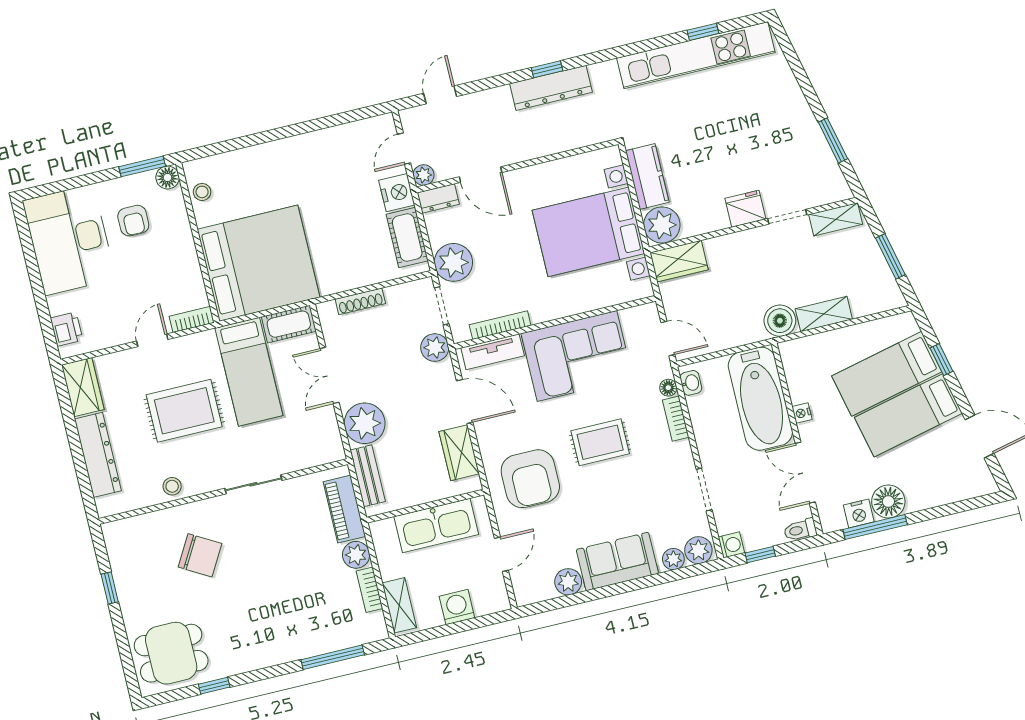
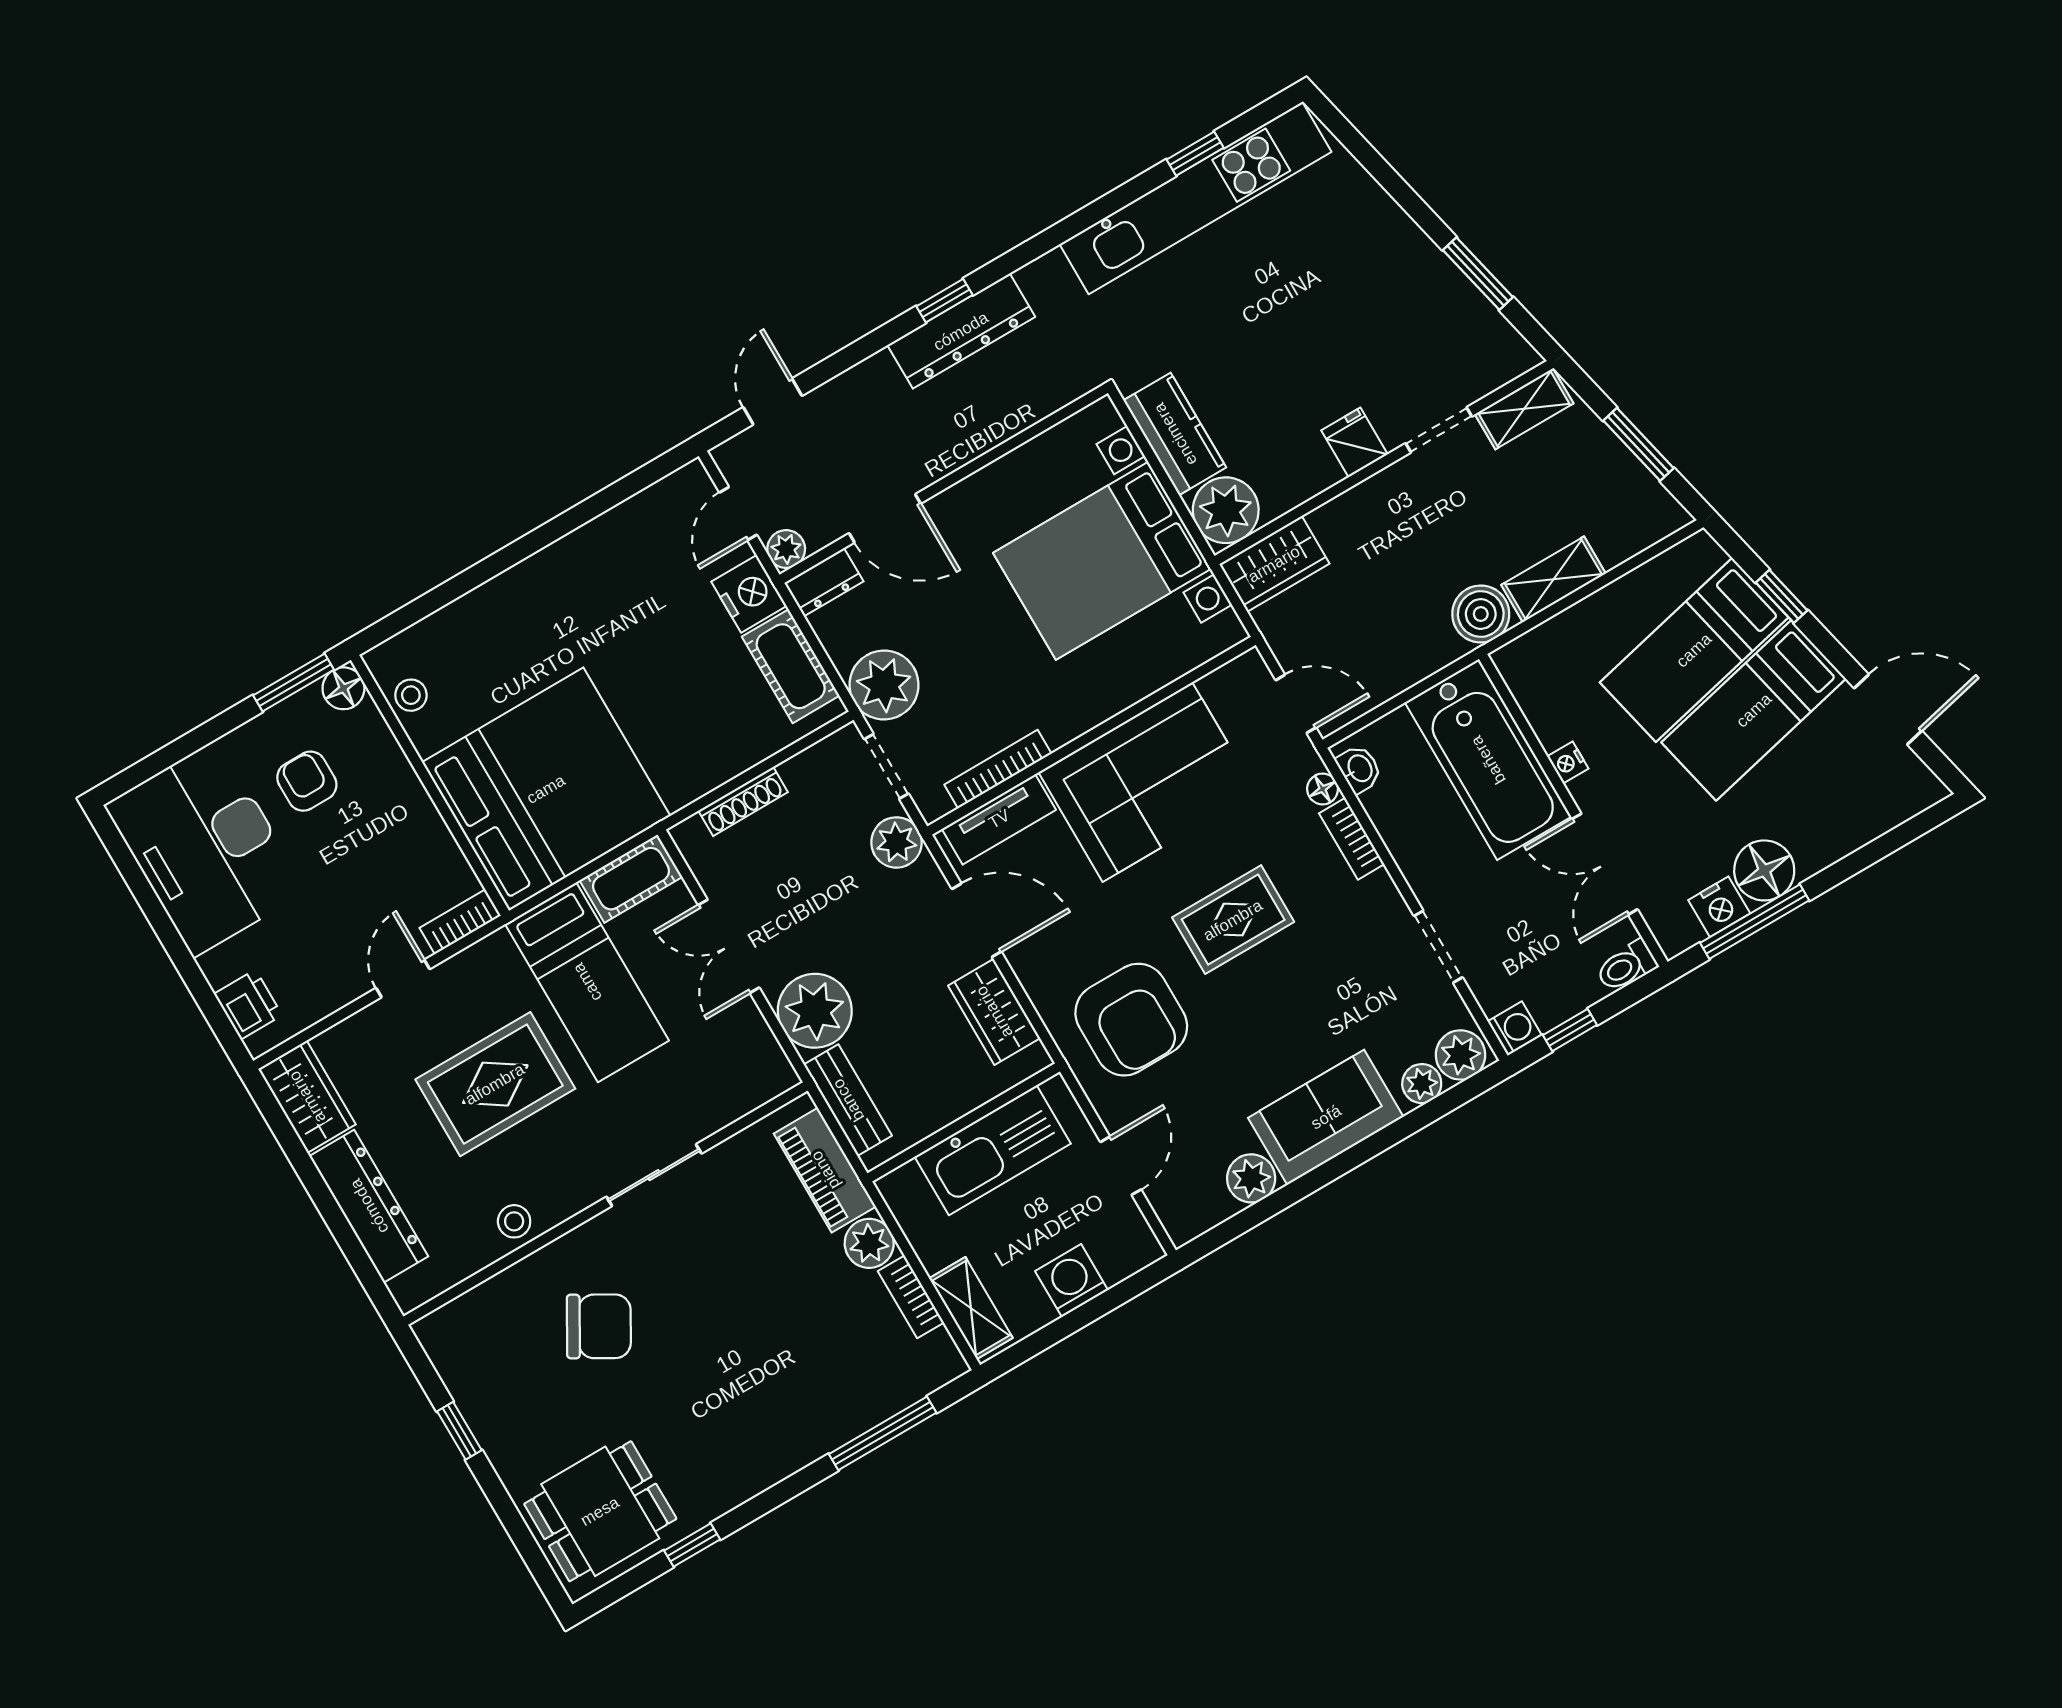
fridge: (745, 209) -> (1354, 442), width x0.72
armchair: (133, 221) -> (307, 781), turned 180

